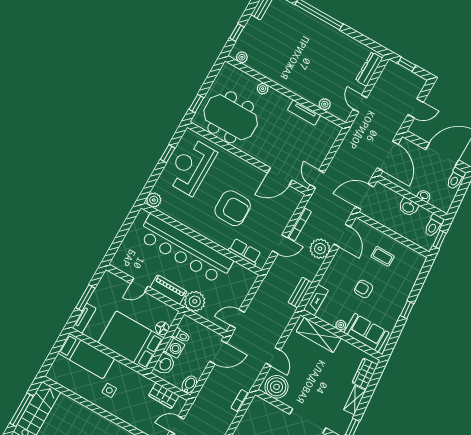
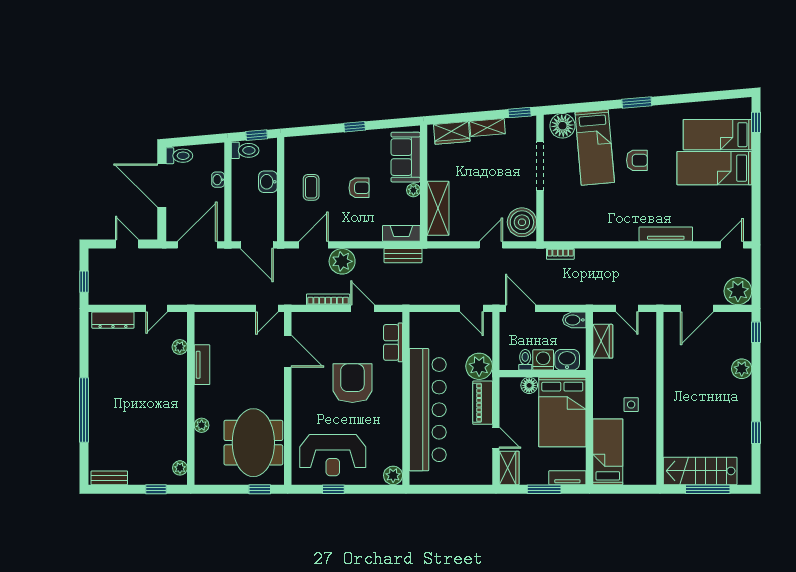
washbasin: (408, 207) -> (268, 182), moved, turned 180
wardrobe: (114, 282) -> (509, 468), added
armchair: (364, 289) -> (359, 188), turned -90

